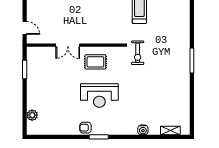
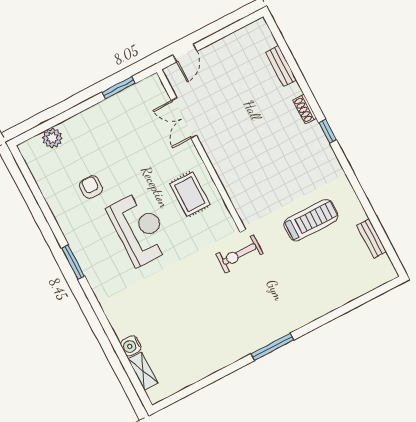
double door: (68, 45) -> (184, 118), moved
reception desk: (99, 96) -> (139, 229), turned 180
armchair: (85, 128) -> (91, 187), moved
water cooler: (143, 130) -> (131, 346), moved

